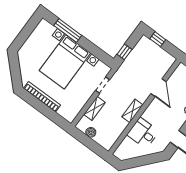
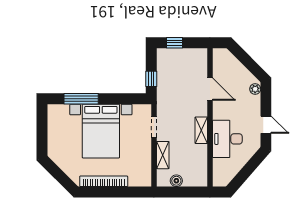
desk: (143, 133) -> (227, 139), width x1.37

